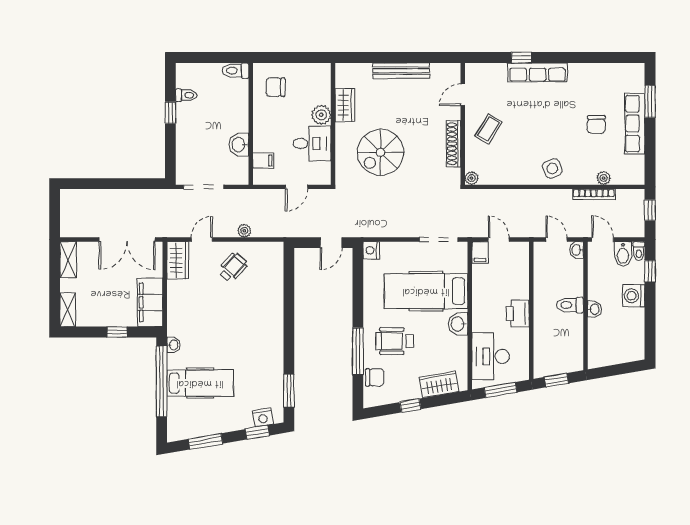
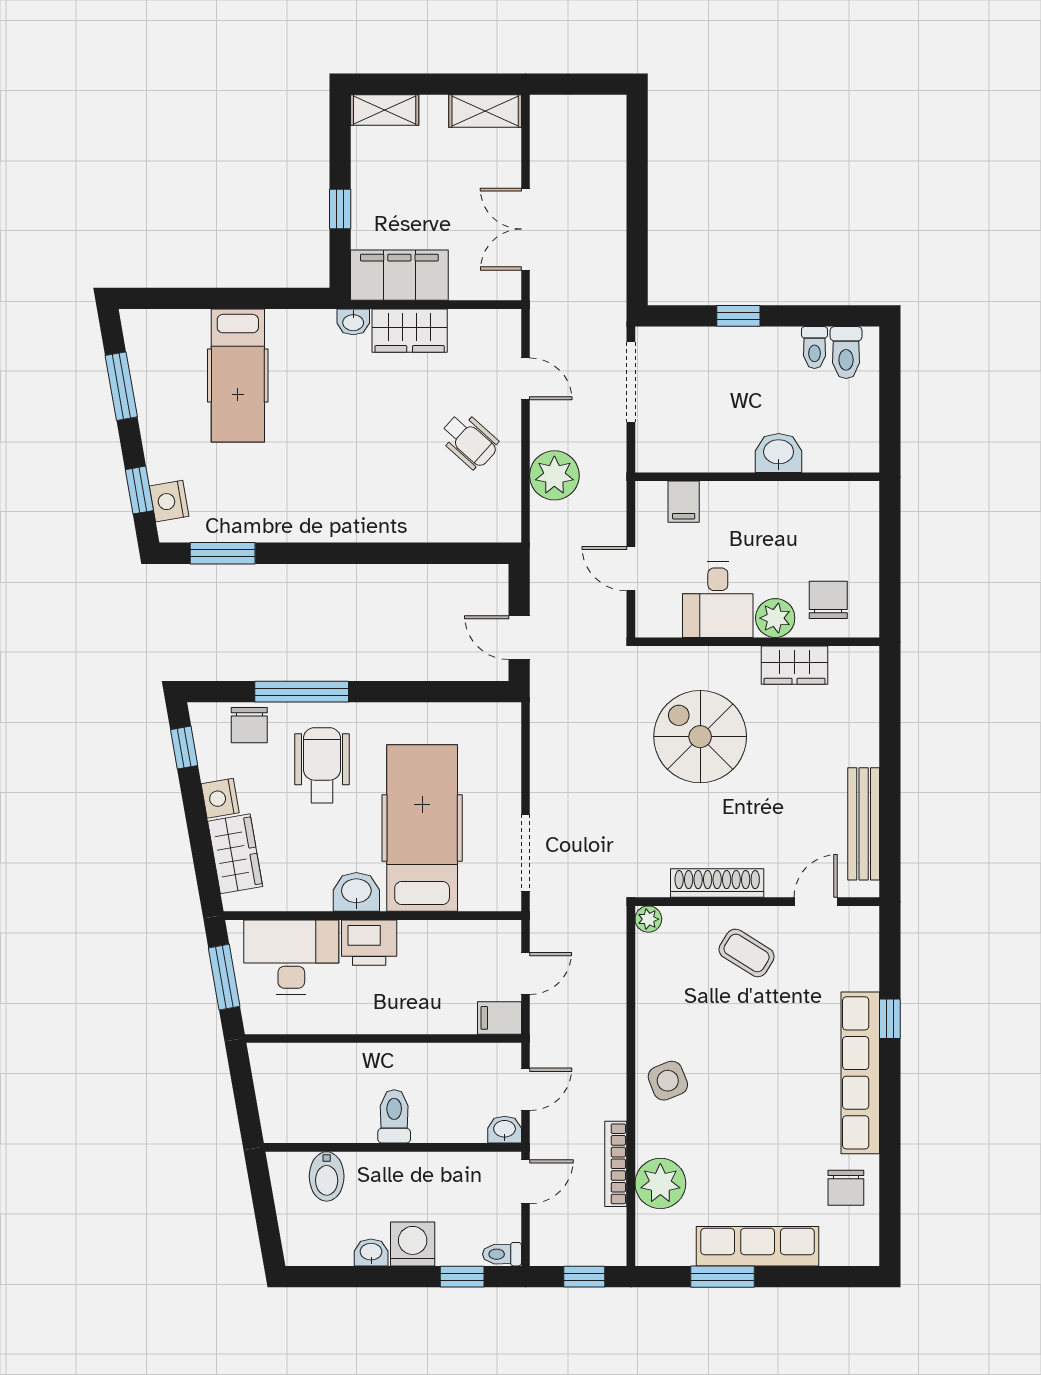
toilet: (236, 71) -> (846, 353), moved, turned 180
bench: (401, 71) -> (864, 824), moved
row of seats: (538, 72) -> (860, 1073), width x1.36
chair: (275, 87) -> (828, 600), moved
door: (463, 95) -> (816, 902), hinge flipped
window: (650, 101) -> (722, 1277), moved
window: (170, 113) -> (738, 316), moved
chair: (596, 124) -> (846, 1188), moved, turned -90
washbasin: (239, 144) -> (779, 453), moved
plant: (604, 178) -> (660, 1183), width x1.88, depth x1.88
plant: (244, 231) -> (554, 475), width x1.87, depth x1.87
double door: (127, 239) -> (526, 229), width x0.73
nightstand: (371, 250) -> (220, 798), moved, turned -100
filing cabinet: (480, 252) -> (500, 1018), moved
bidet: (623, 254) -> (327, 1176), moved, turned -90
wardrobe: (178, 260) -> (410, 331), moved
washbasin: (594, 309) -> (371, 1252), moved, turned 180
printer: (518, 314) -> (369, 943), moved, turned 180
washbasin: (173, 345) -> (353, 322), moved
window: (556, 380) -> (244, 1089), removed
window: (162, 381) -> (241, 298), removed
window: (410, 406) -> (184, 748), moved

